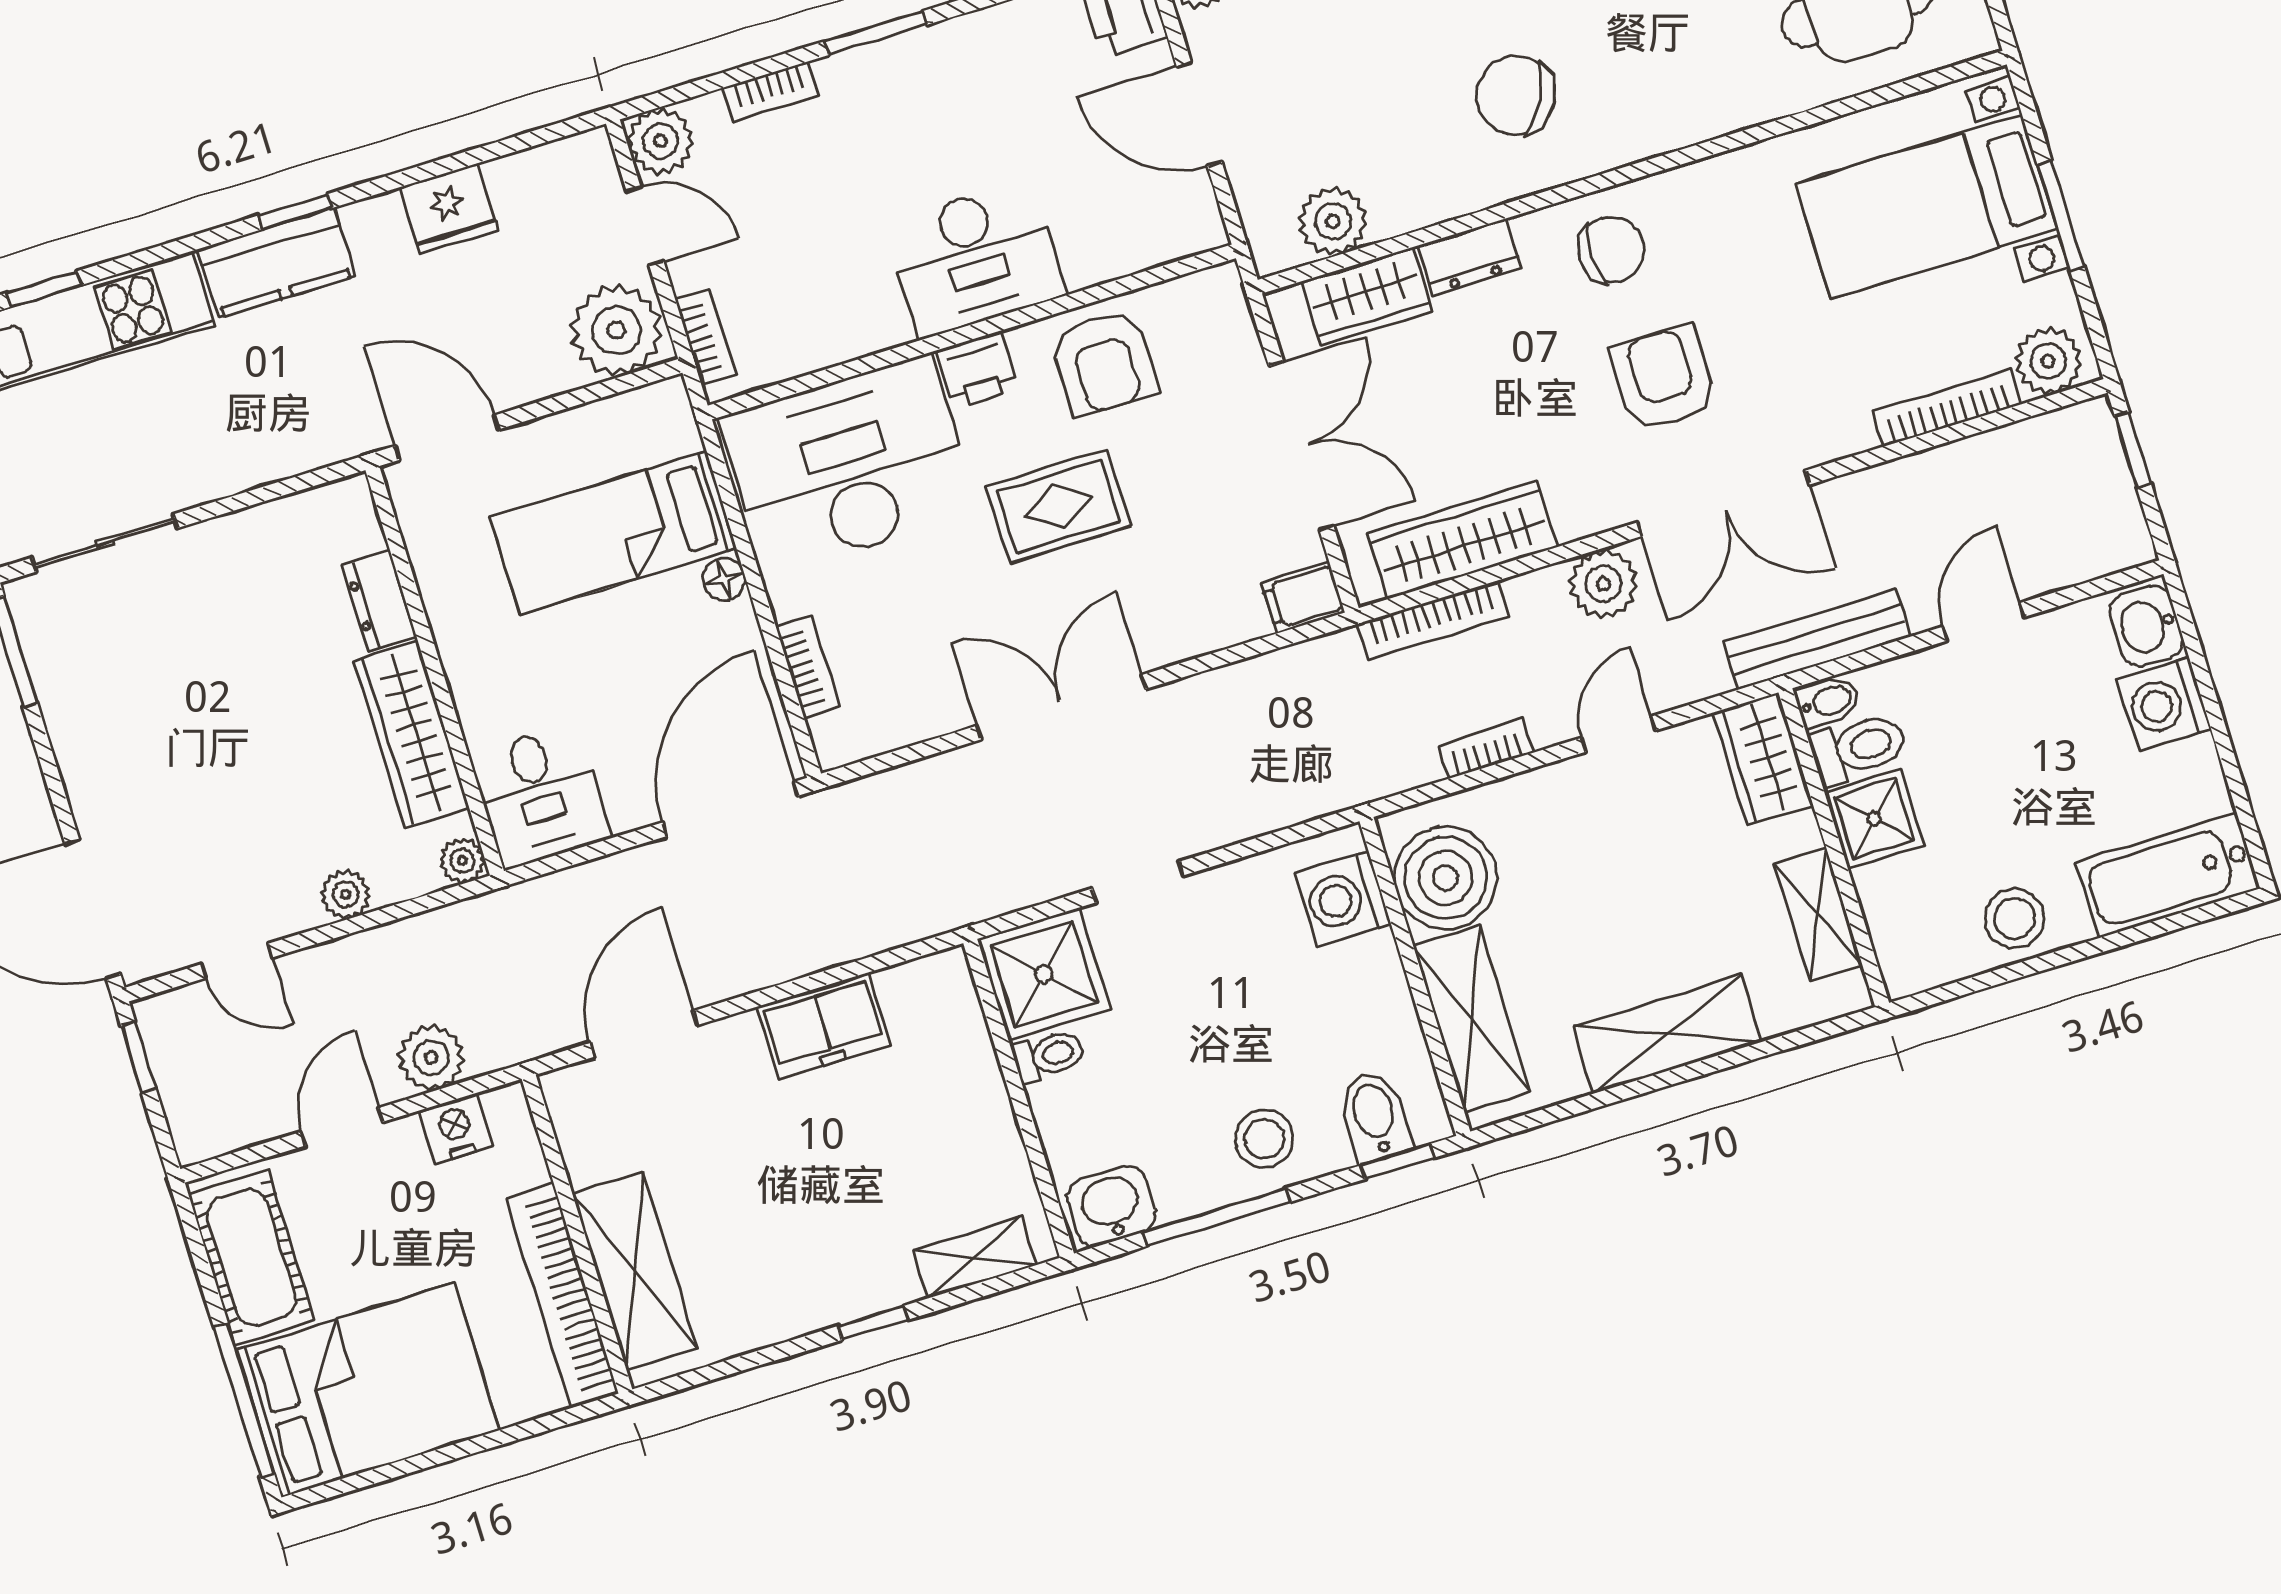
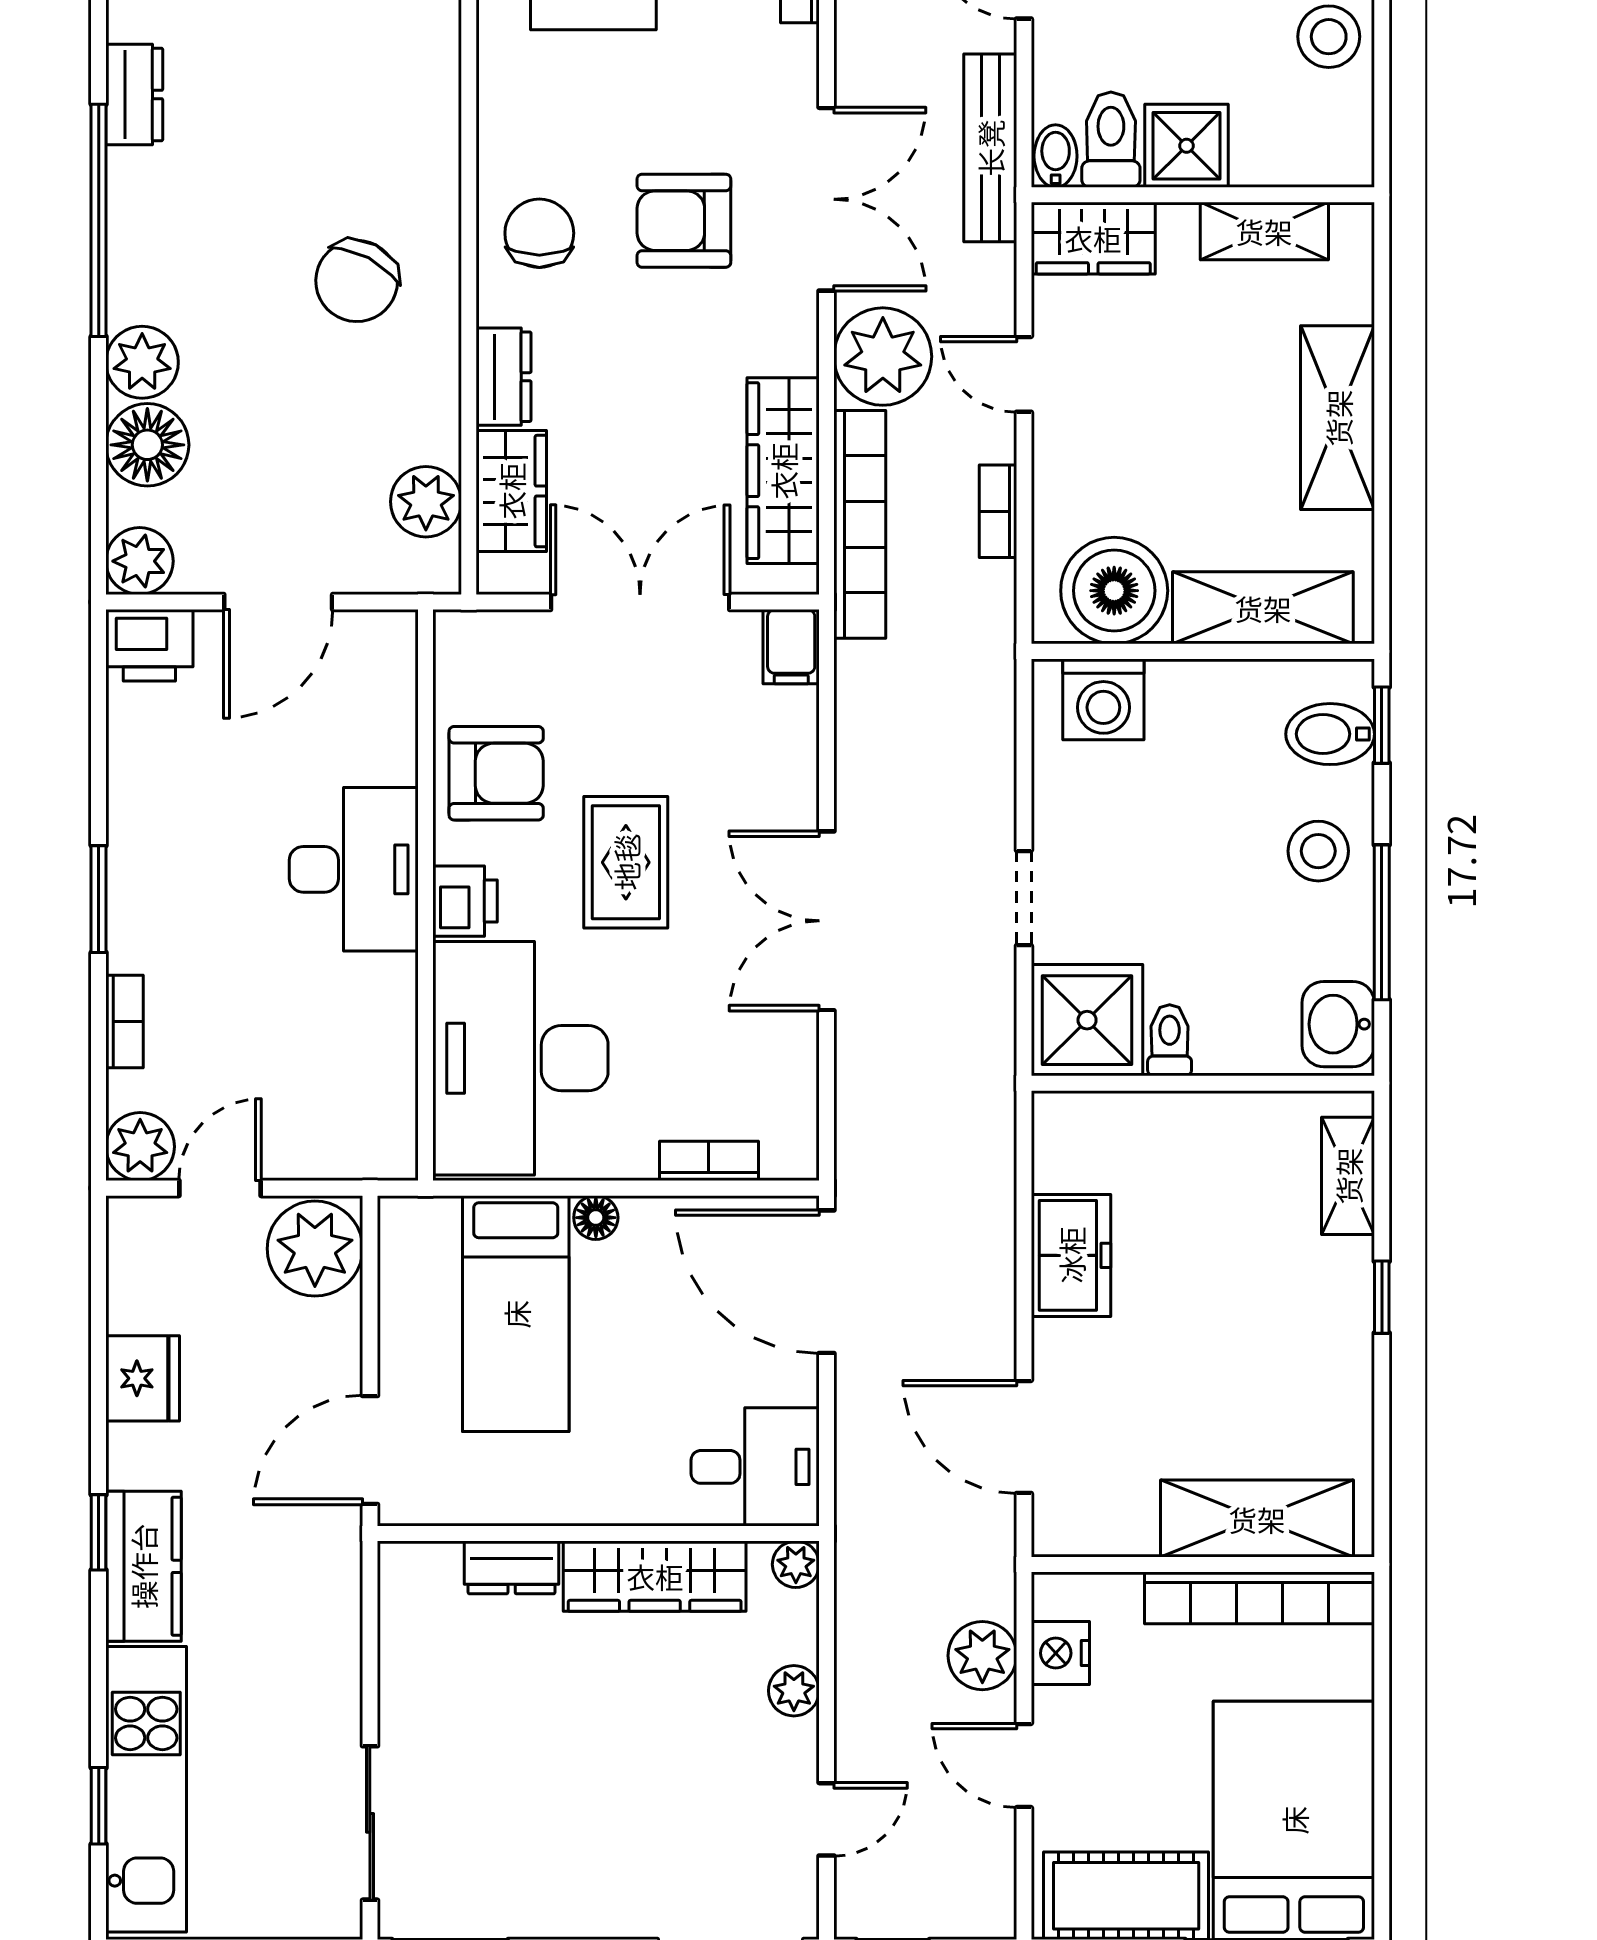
bookcase: (706, 337) -> (349, 1162), removed
plant: (1603, 584) -> (883, 357), width x1.36, depth x1.36
bookcase: (1433, 620) -> (860, 524), width x1.48, depth x1.31

